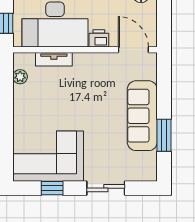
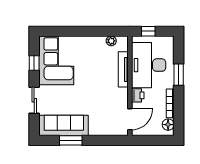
tv unit: (54, 59) -> (123, 69), width x1.41
sofa: (142, 116) -> (64, 125), moved

